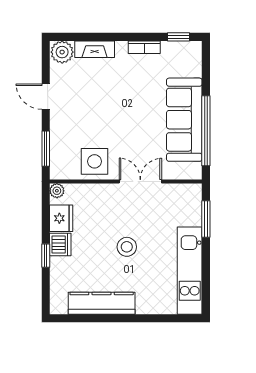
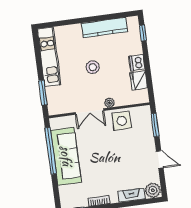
plant: (57, 191) -> (109, 103), moved
window: (46, 256) -> (143, 33), moved

